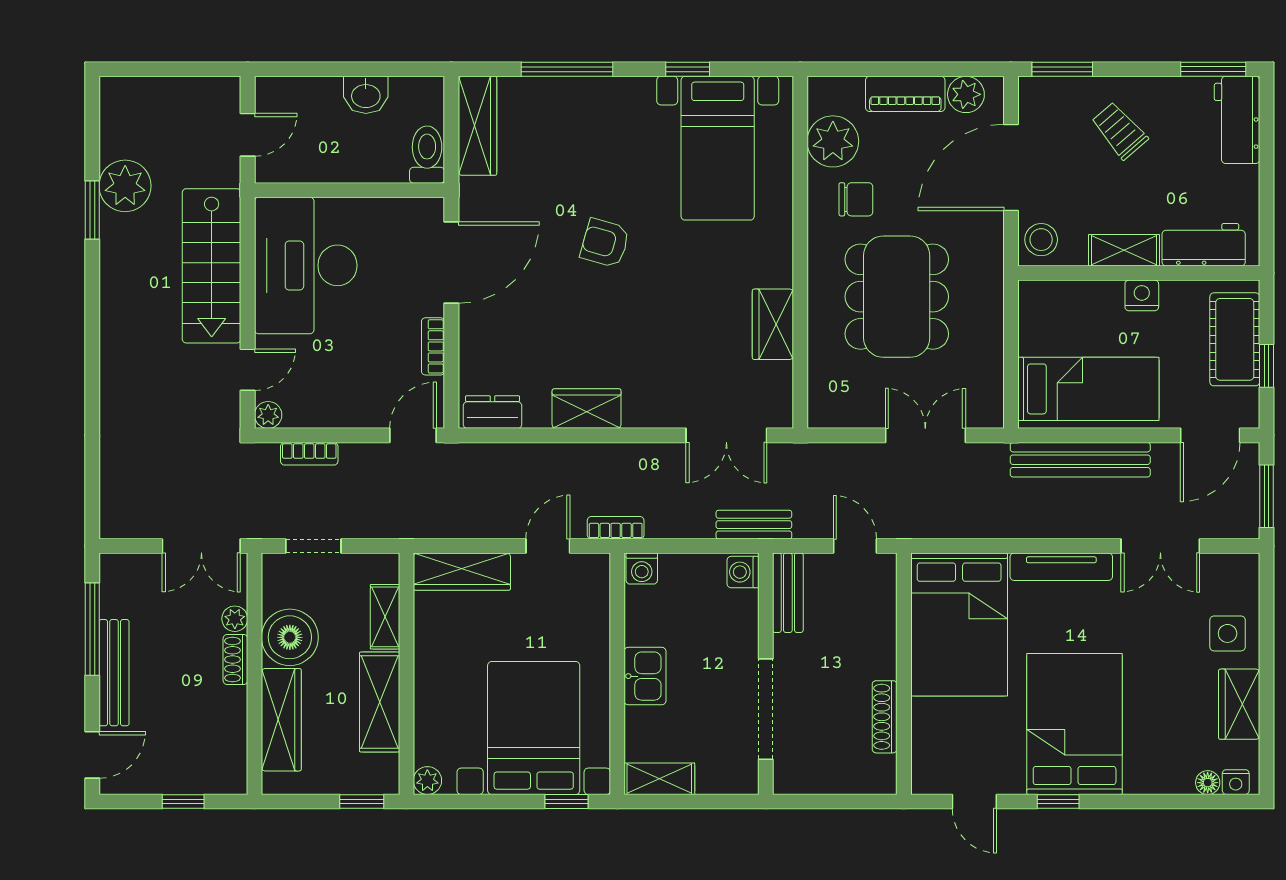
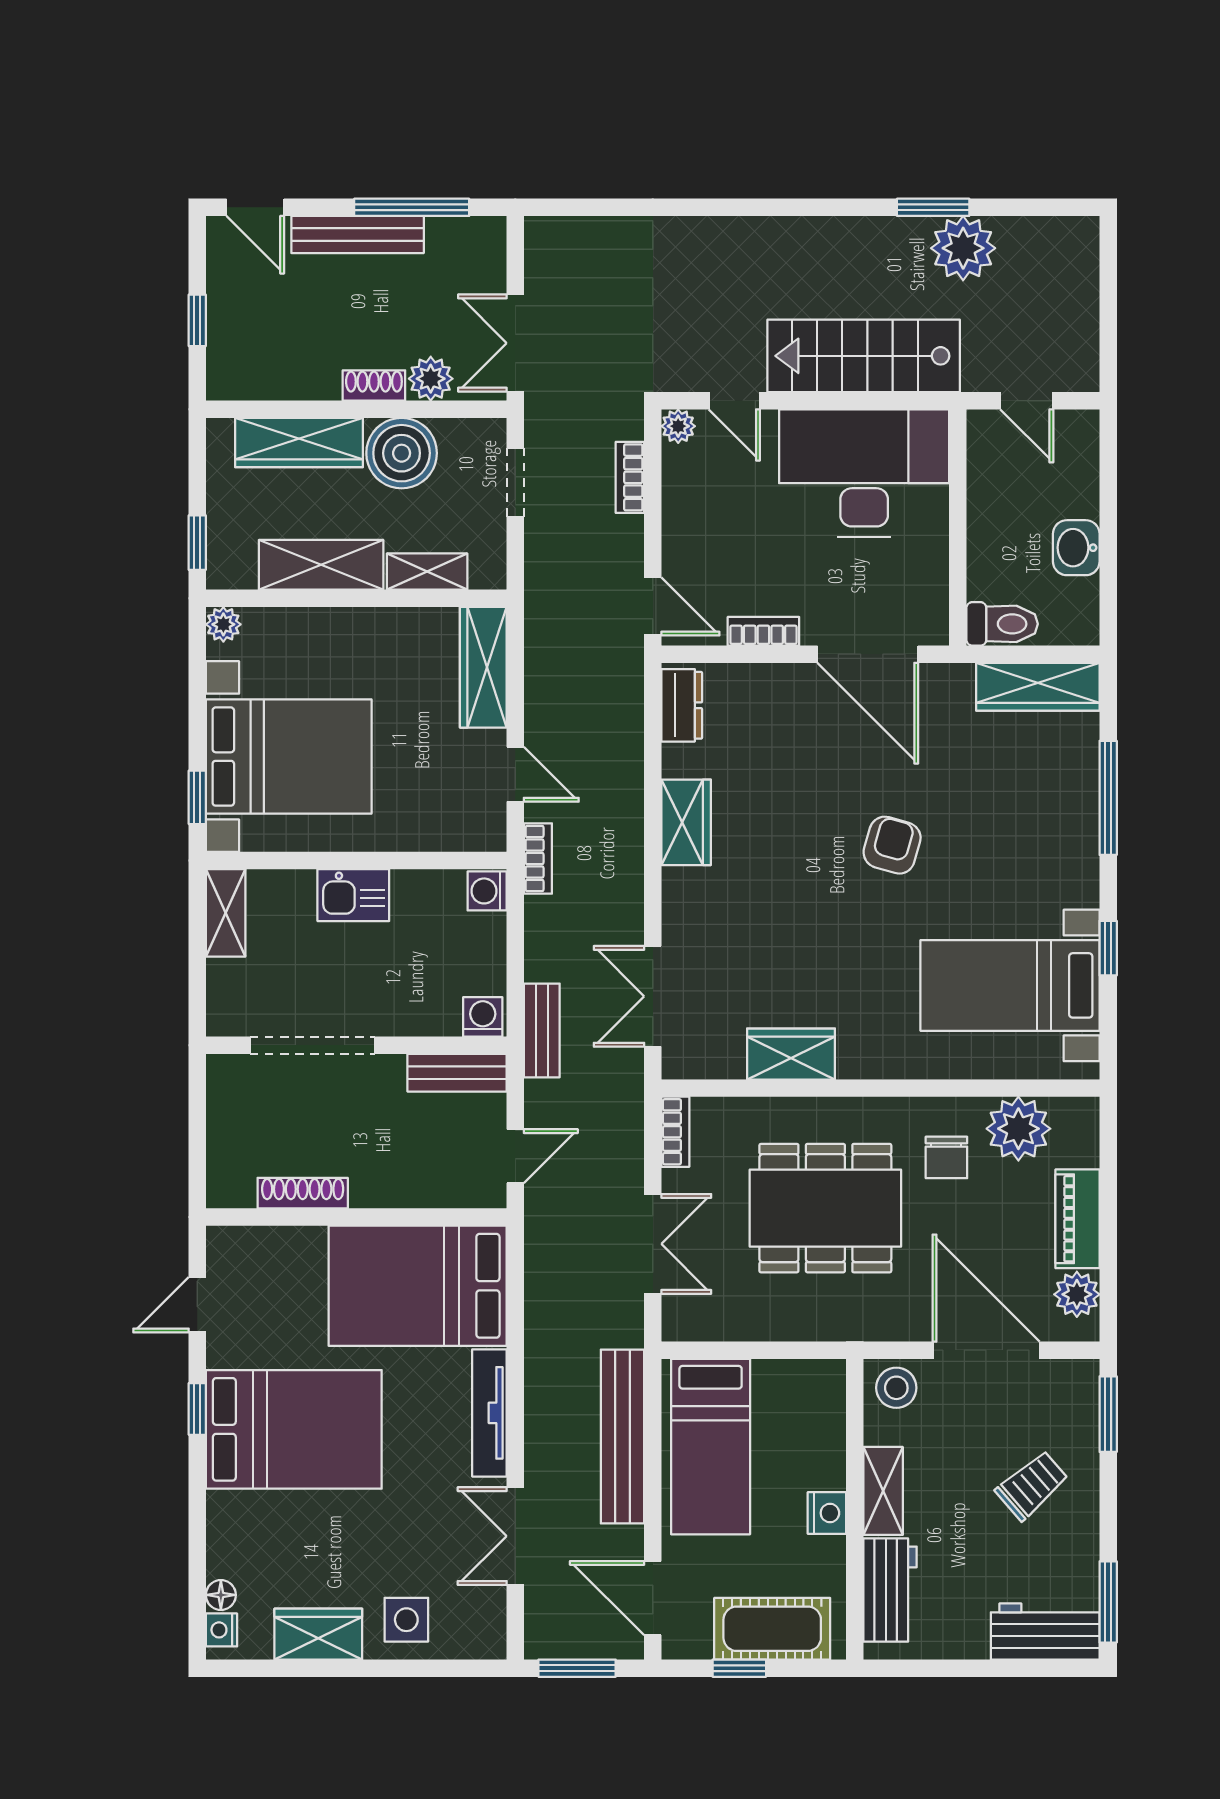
bookcase: (835, 417) -> (675, 1132), added
plant: (235, 619) -> (431, 379), width x1.38, depth x1.38

